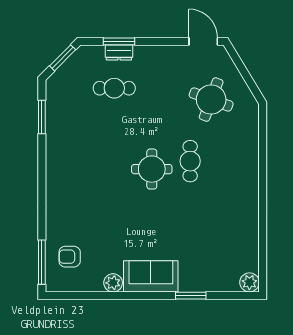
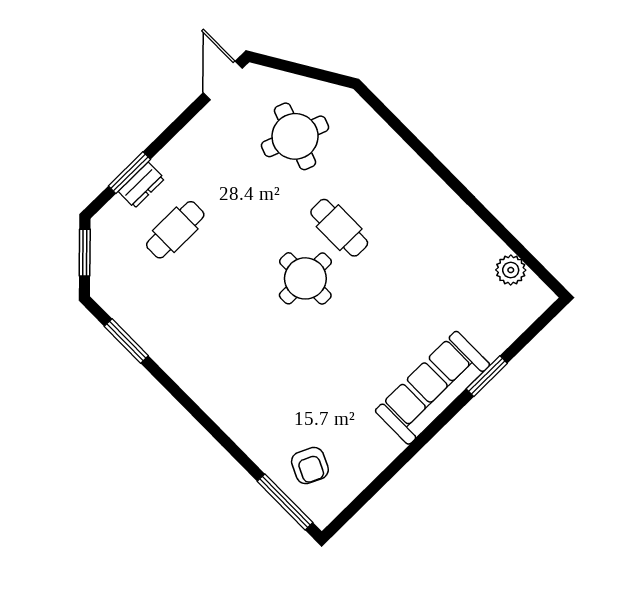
door: (203, 41) -> (223, 81), hinge flipped
armchair: (70, 257) -> (310, 466), turned -65
sofa: (151, 276) -> (432, 388), width x1.36
plant: (249, 282) -> (511, 270), moved
plant: (113, 283) -> (387, 447), removed

